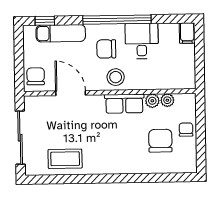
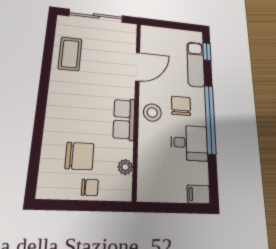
chair: (36, 76) -> (155, 37), removed
plant: (152, 101) -> (126, 150), removed

